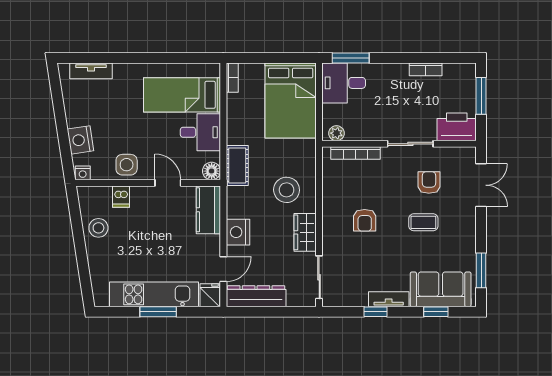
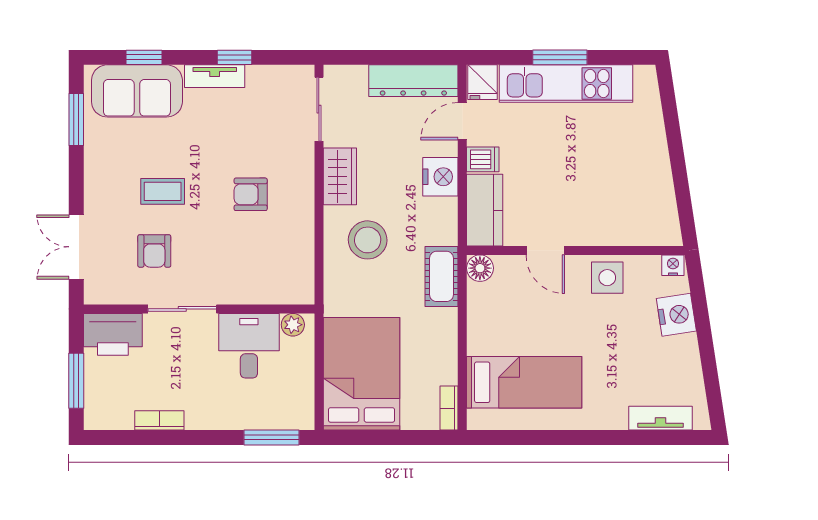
desk: (344, 83) -> (249, 346), moved, turned -90
desk: (200, 132) -> (497, 326), removed
bookcase: (356, 153) -> (264, 295), removed
dishwasher: (121, 197) -> (483, 159), moved, turned 90
armchair: (365, 220) -> (251, 194), turned -90
stool: (98, 228) -> (649, 183), removed

